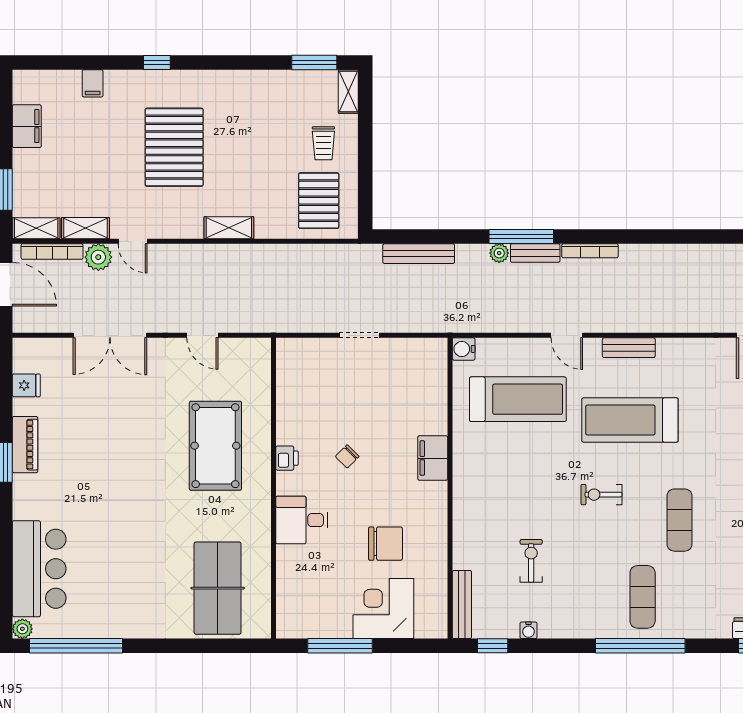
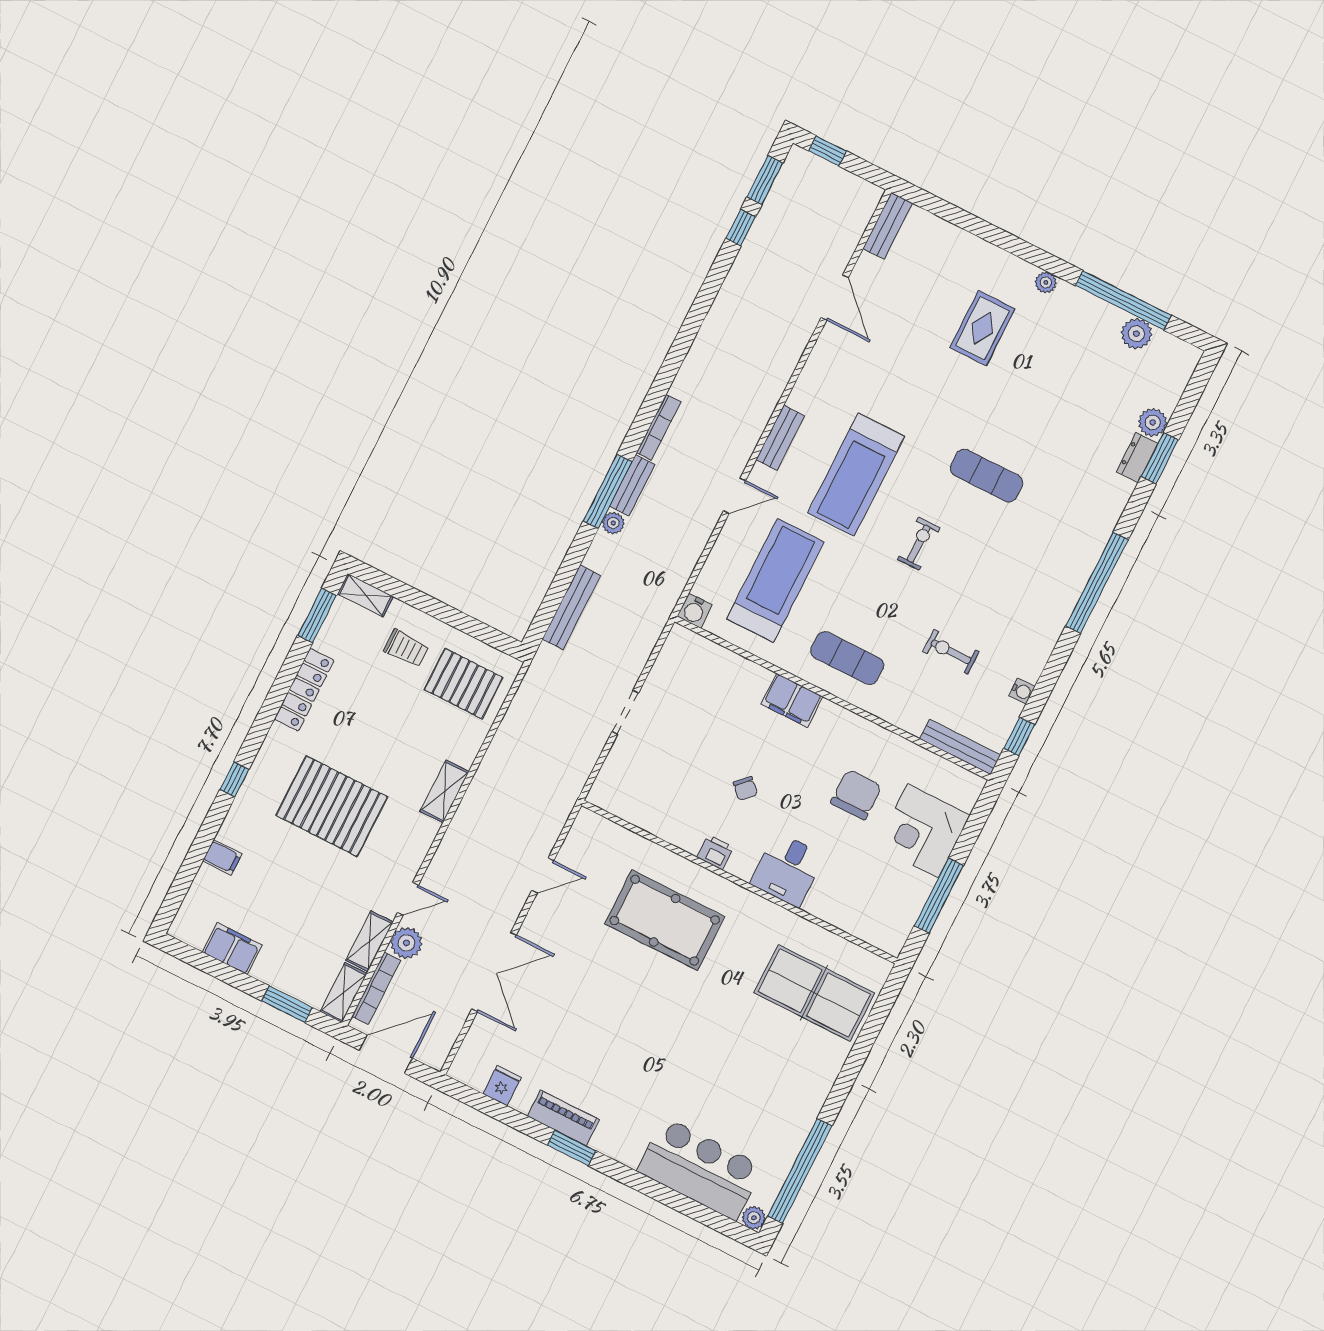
locker: (252, 81) -> (304, 690), added
exercise bike: (601, 495) -> (919, 544), turned 180
exercise mat: (643, 597) -> (847, 658), moved

